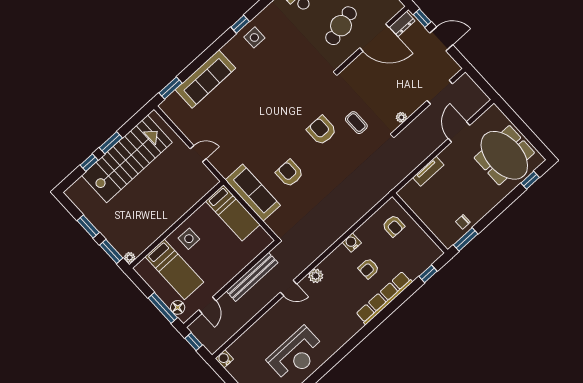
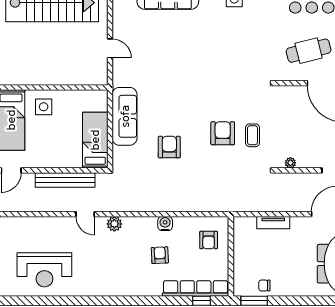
armchair: (322, 130) -> (223, 133), moved
armchair: (289, 173) -> (169, 147), moved
bed: (233, 213) -> (95, 140), moved, turned 180
armchair: (369, 269) -> (160, 255), turned 87
row of seats: (384, 298) -> (196, 289), moved

